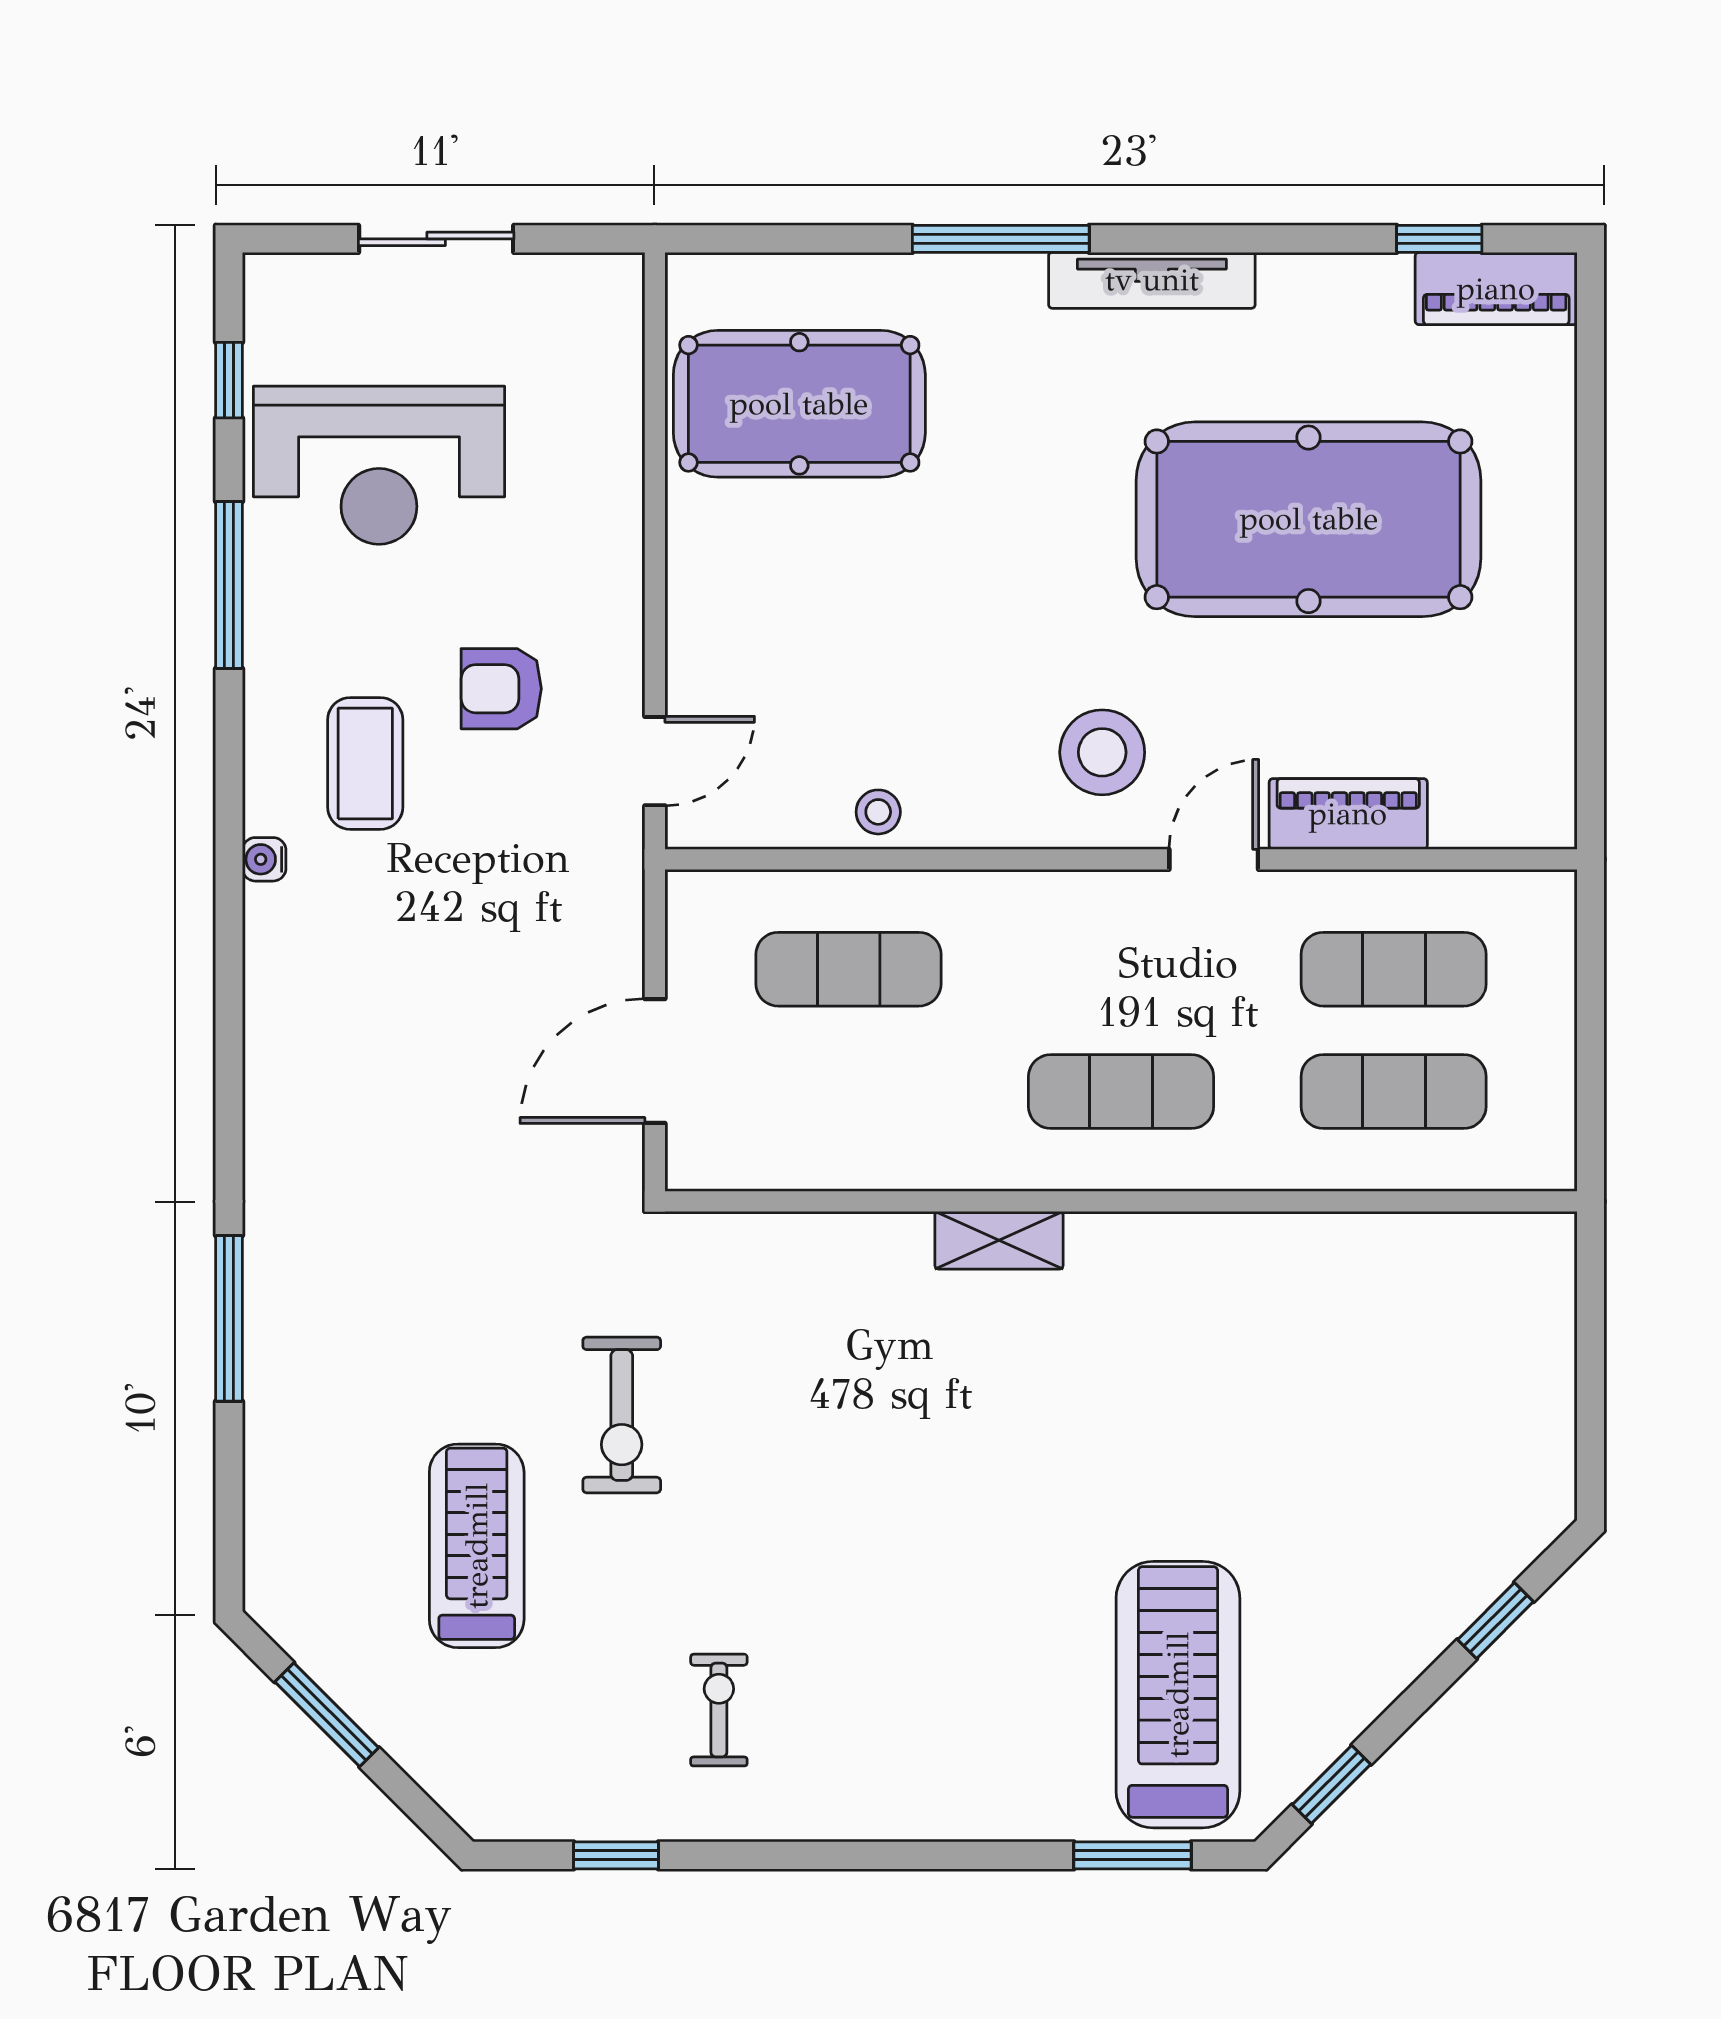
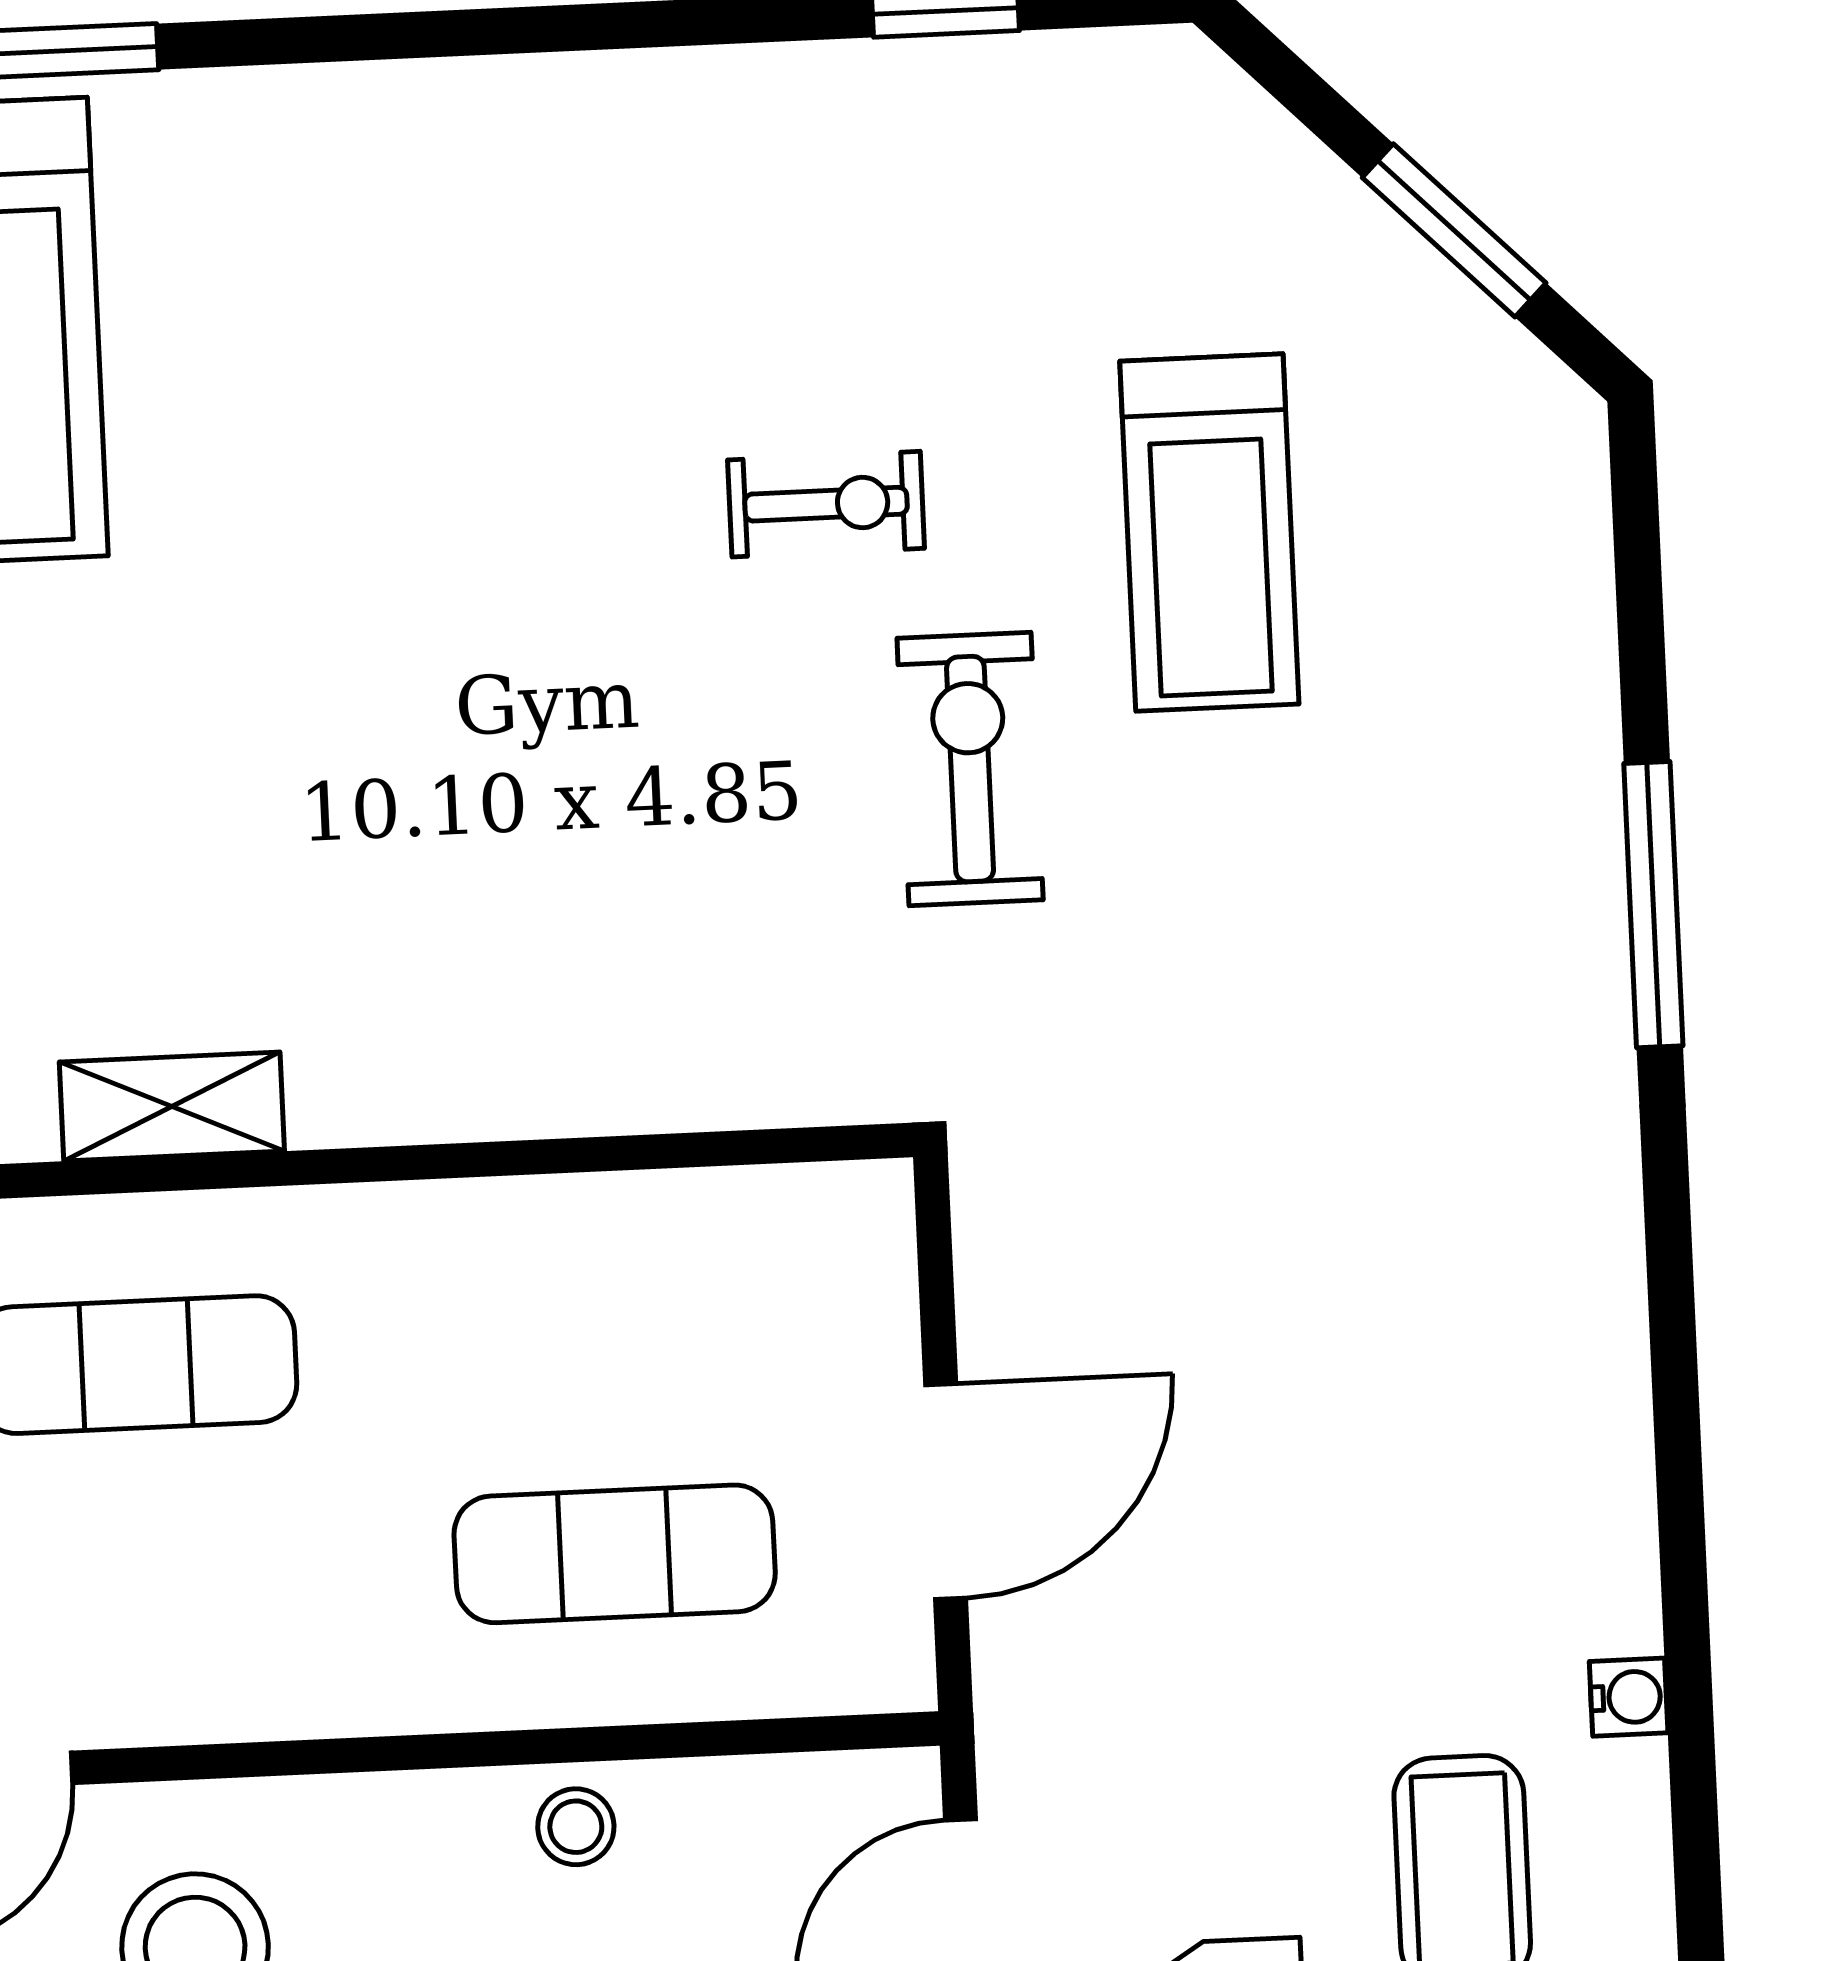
door: (655, 1061) -> (946, 1491), moved
shelving: (999, 1240) -> (172, 1106), moved
exercise bike: (719, 1710) -> (826, 504), moved, turned -90

